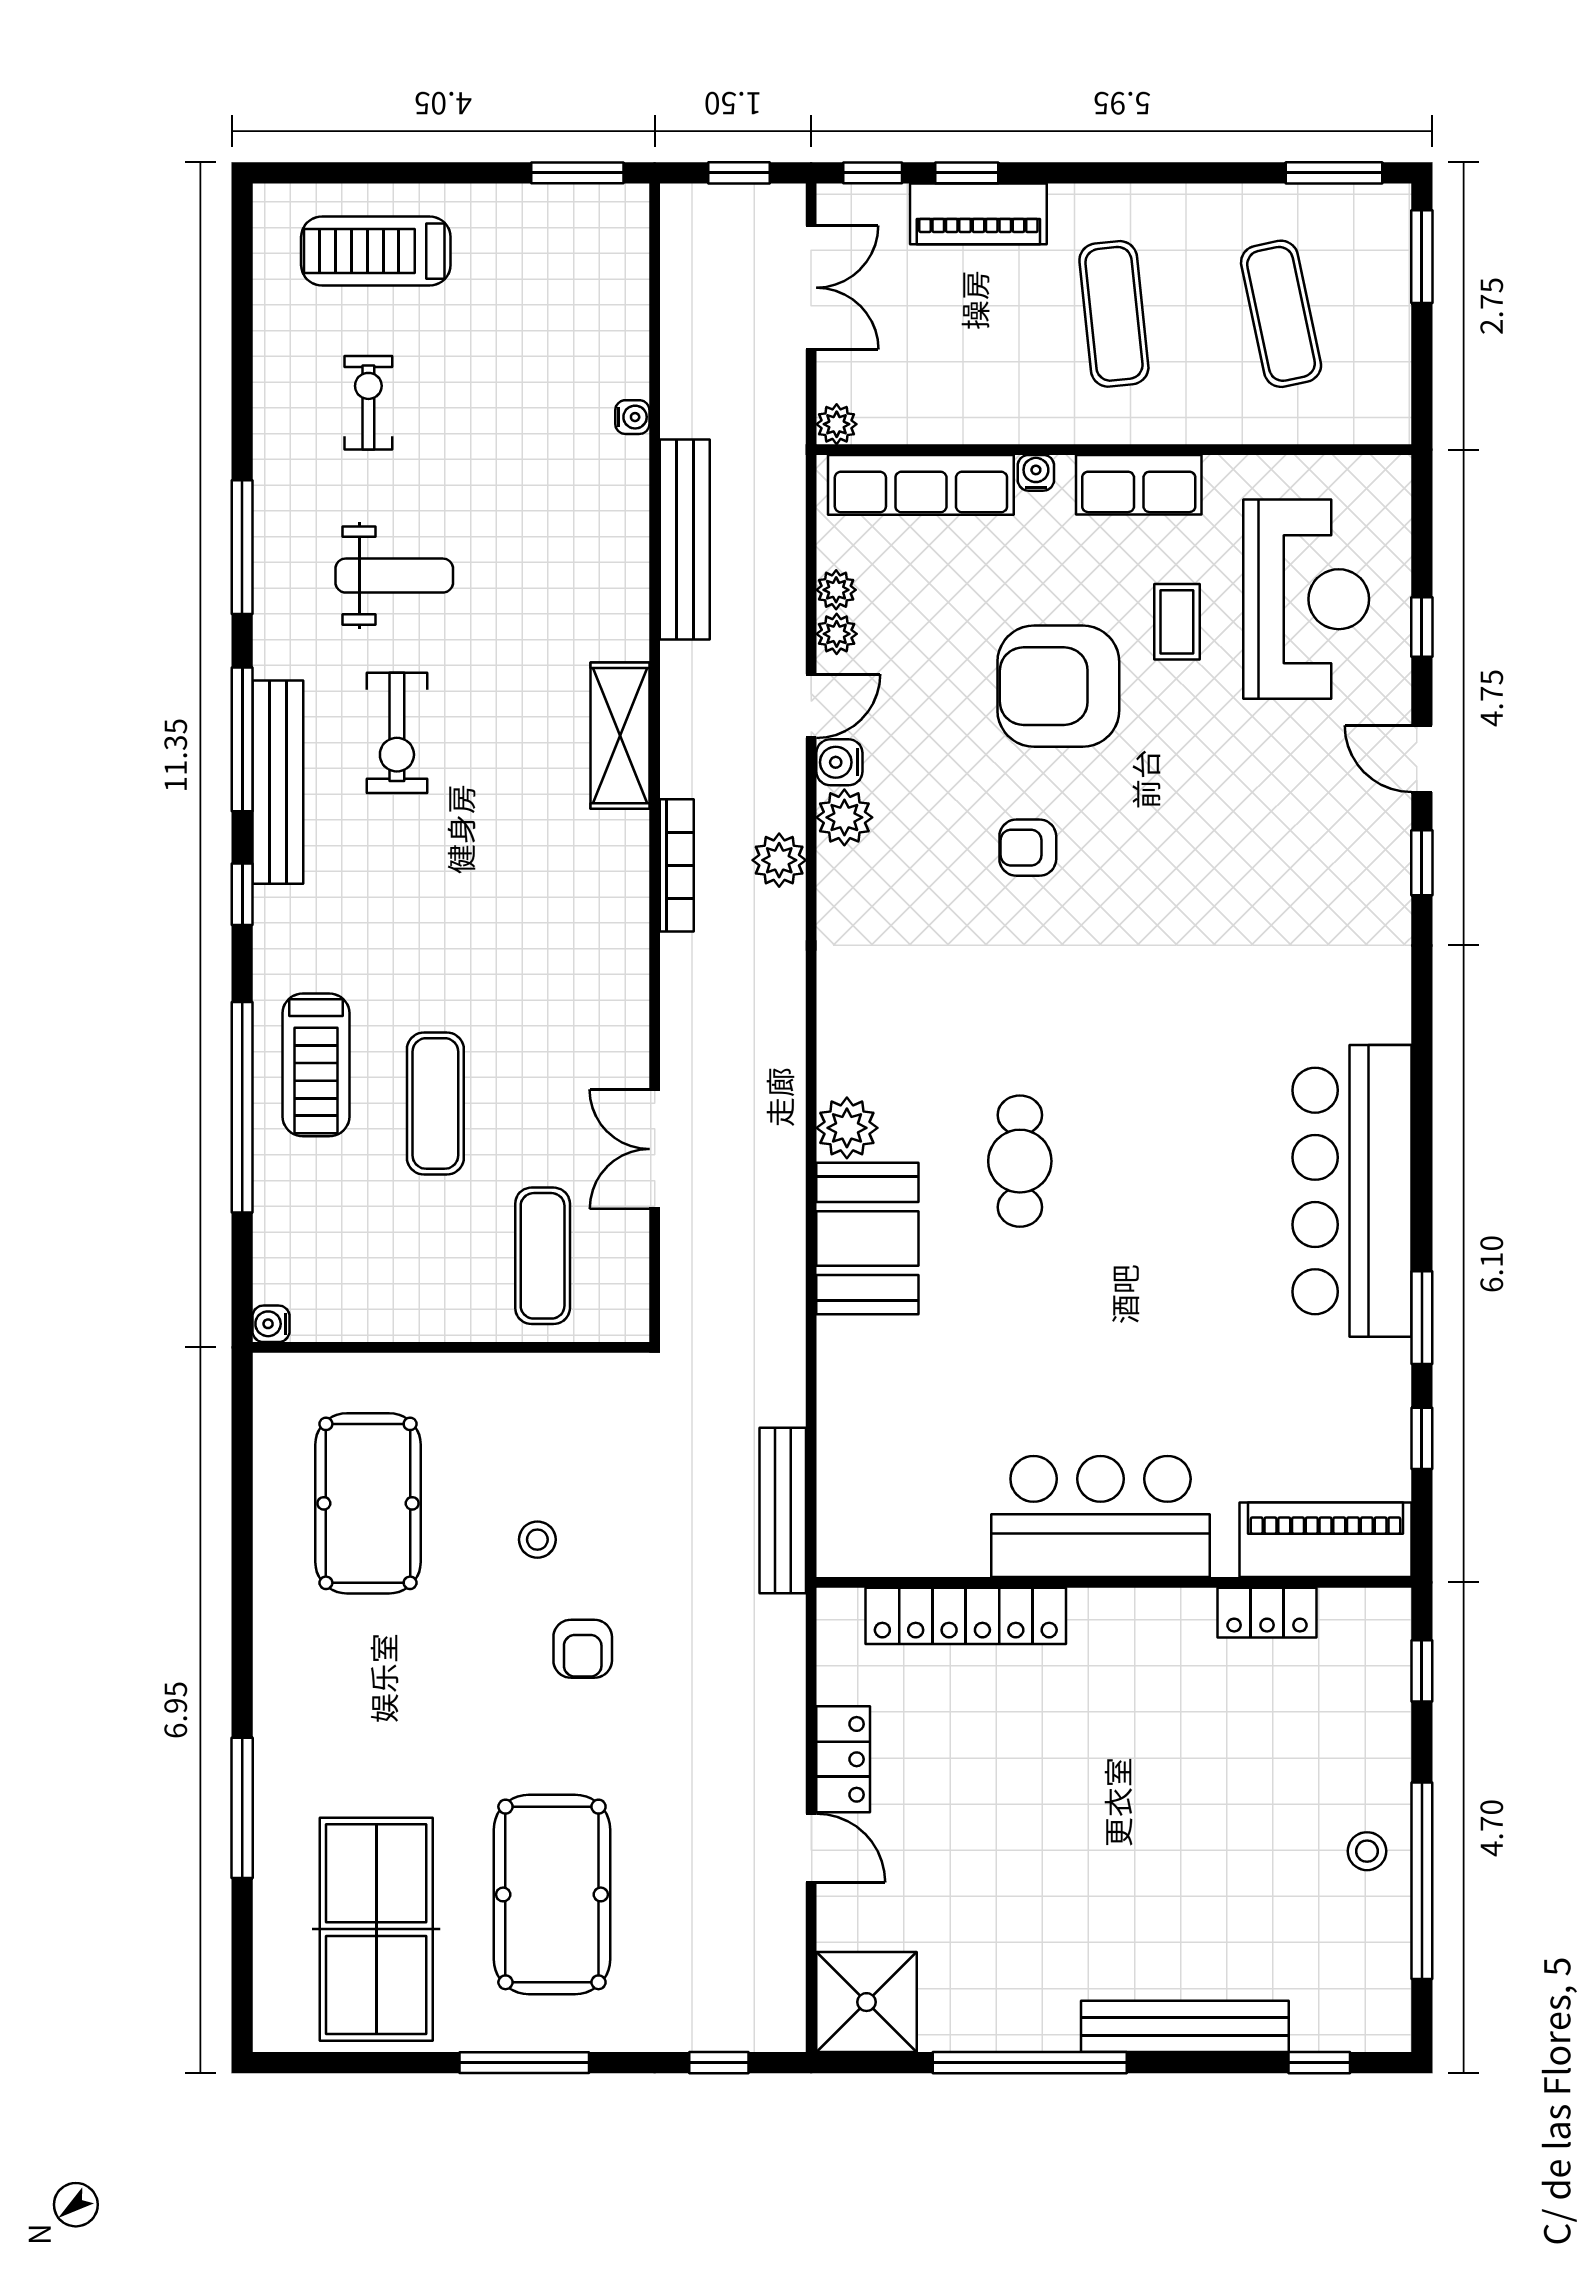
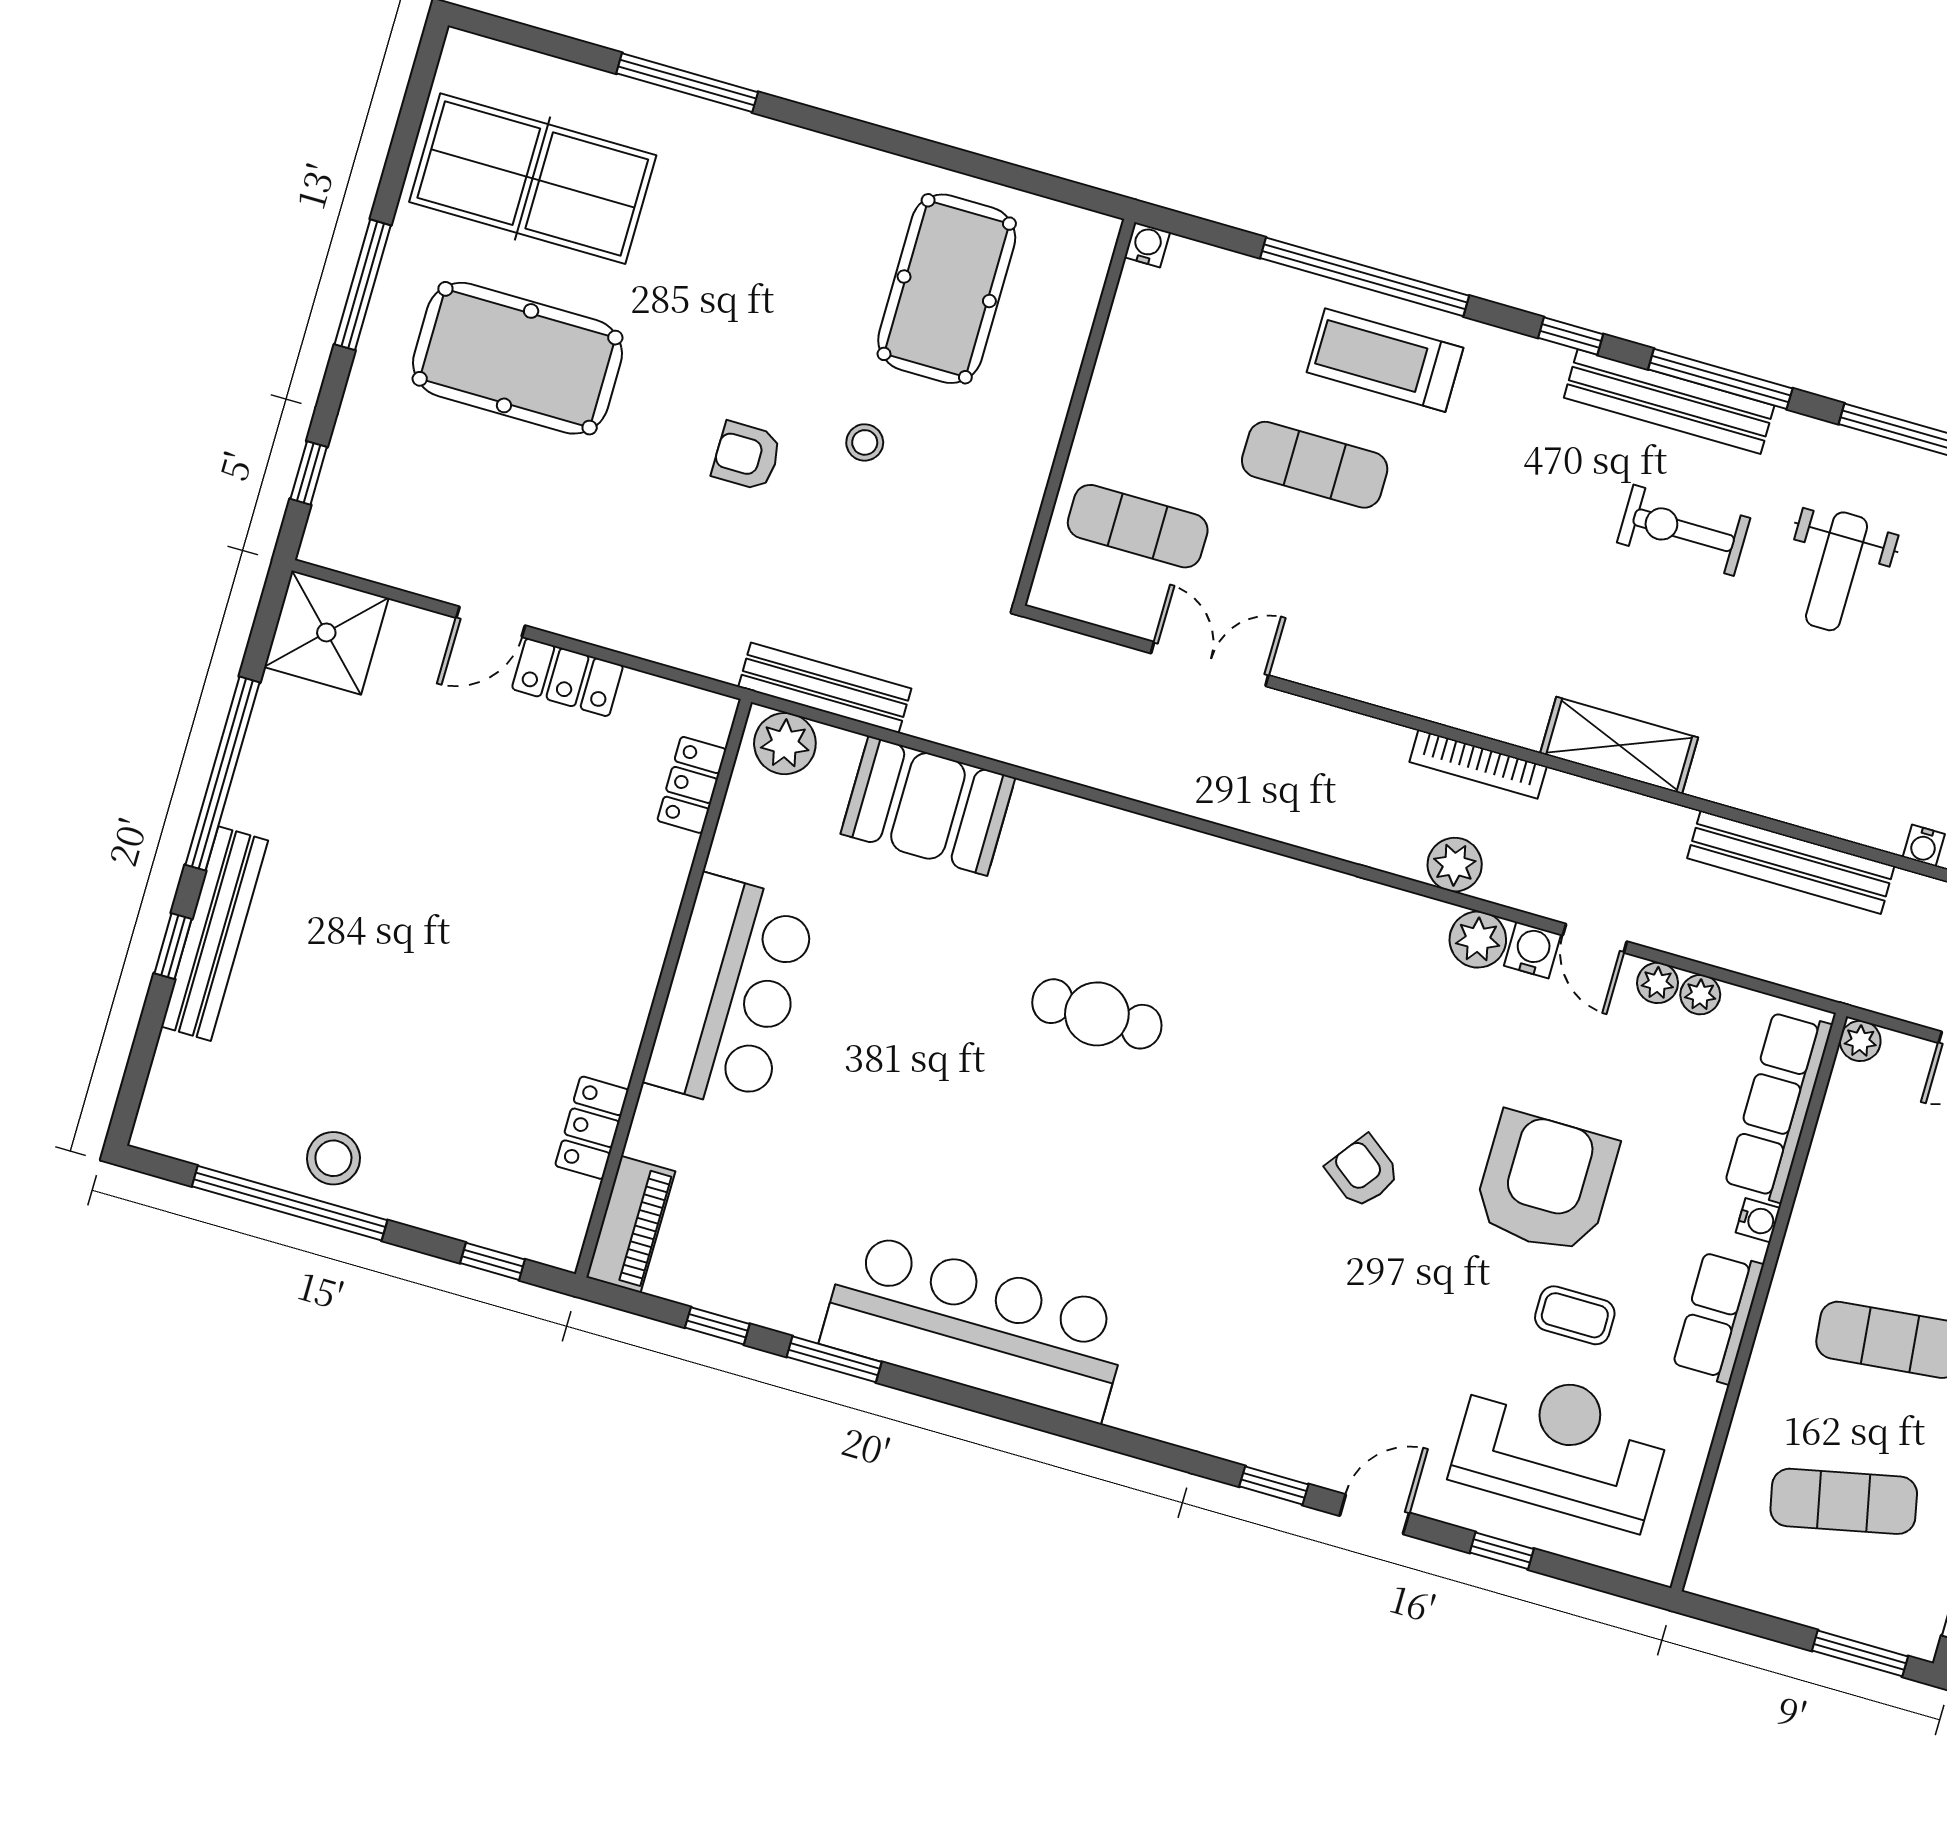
reception desk: (1306, 599) -> (1561, 1446), turned 180
armchair: (1028, 848) -> (1363, 1172), moved, turned -53
plant: (847, 1128) -> (785, 744), moved
booth: (867, 1238) -> (928, 806), moved
pool table: (368, 1503) -> (947, 289), turned 90
piano: (1326, 1540) -> (631, 1224), width x0.73, depth x0.75
locker: (966, 1616) -> (692, 785), width x0.46, depth x0.83
stool: (1367, 1851) -> (333, 1158), width x1.37, depth x1.37
window: (1319, 2063) -> (173, 946), moved

